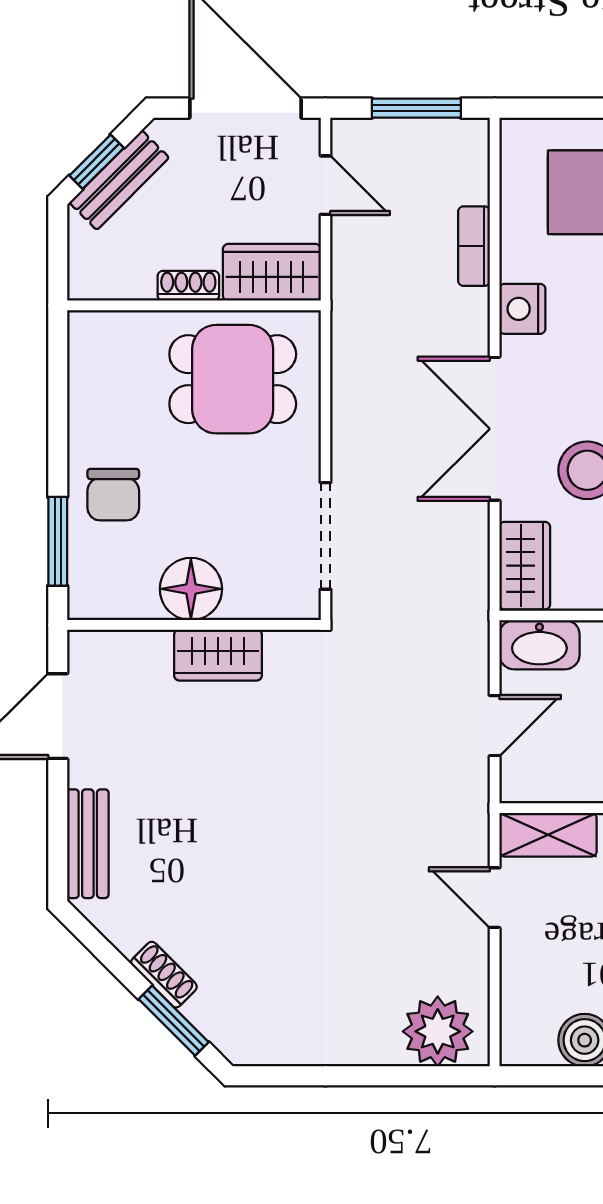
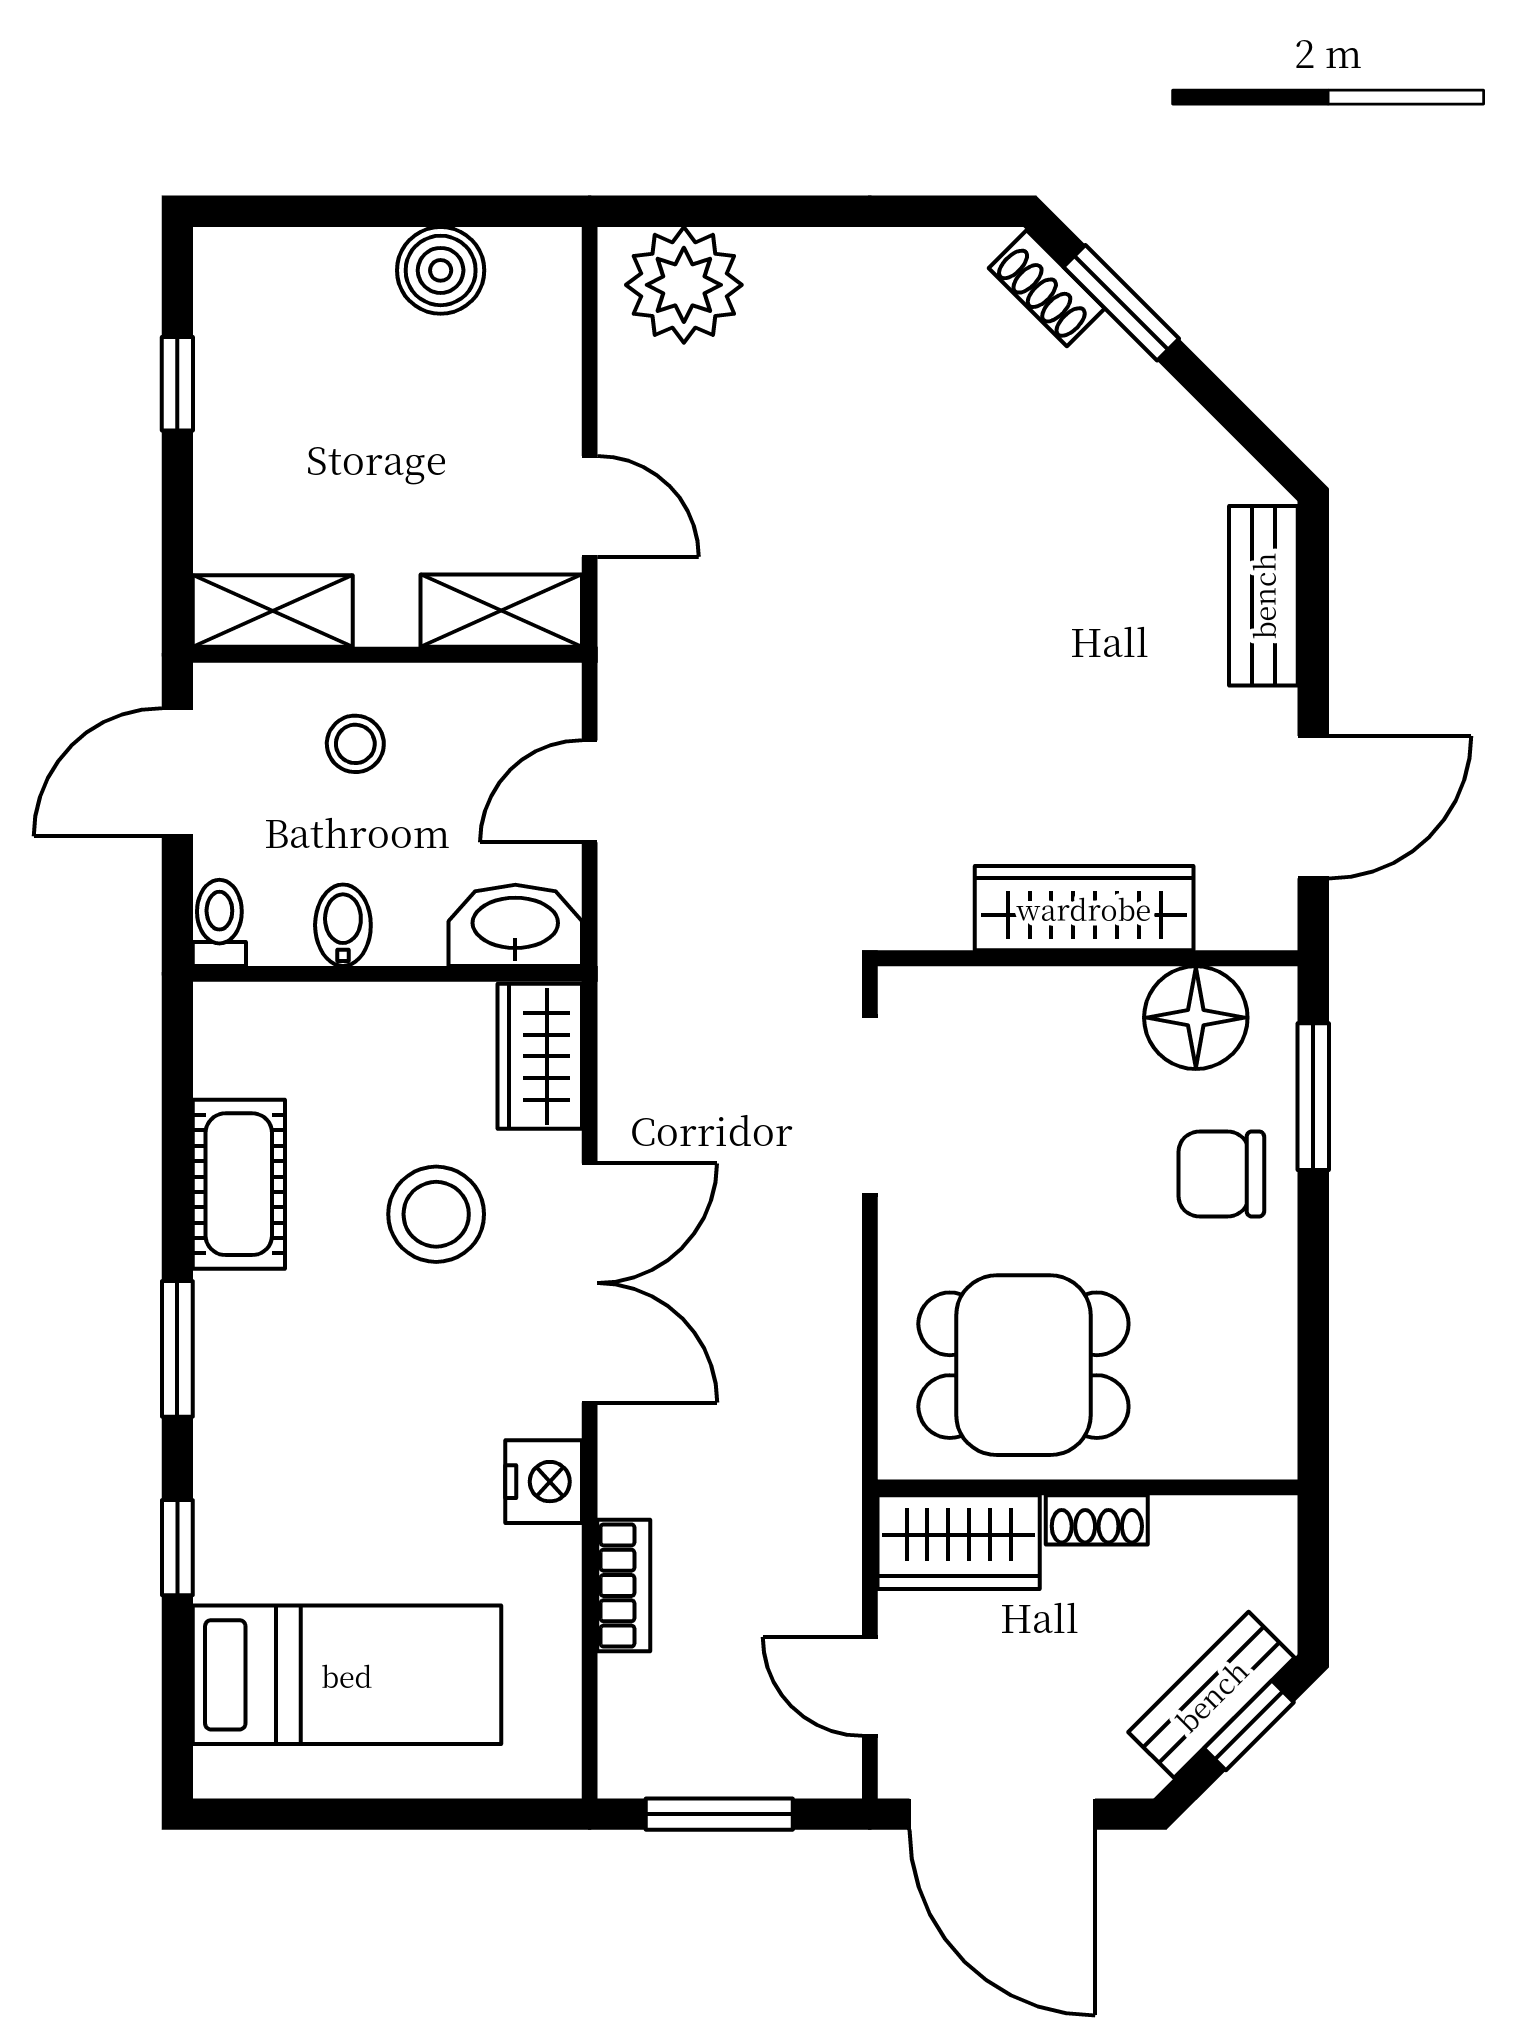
chair: (113, 495) -> (1221, 1174), turned -90
floor lamp: (191, 589) -> (1196, 1018), moved
wardrobe: (218, 655) -> (1084, 908), width x1.50
shoe rack: (164, 975) -> (1047, 288), moved

